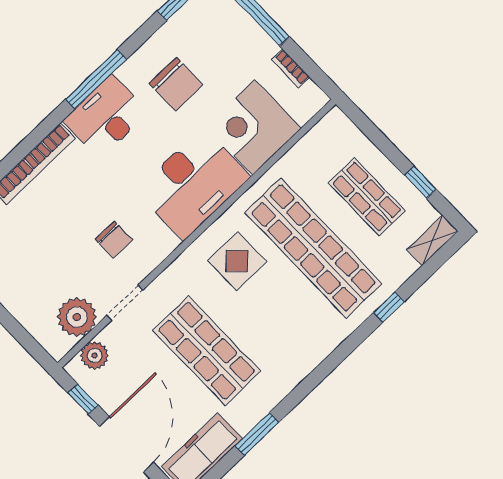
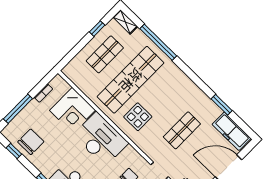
chair: (176, 84) -> (31, 142), moved
window: (389, 307) -> (158, 42), width x3.17
shop shelf: (207, 351) -> (182, 130), width x0.70, depth x0.74

